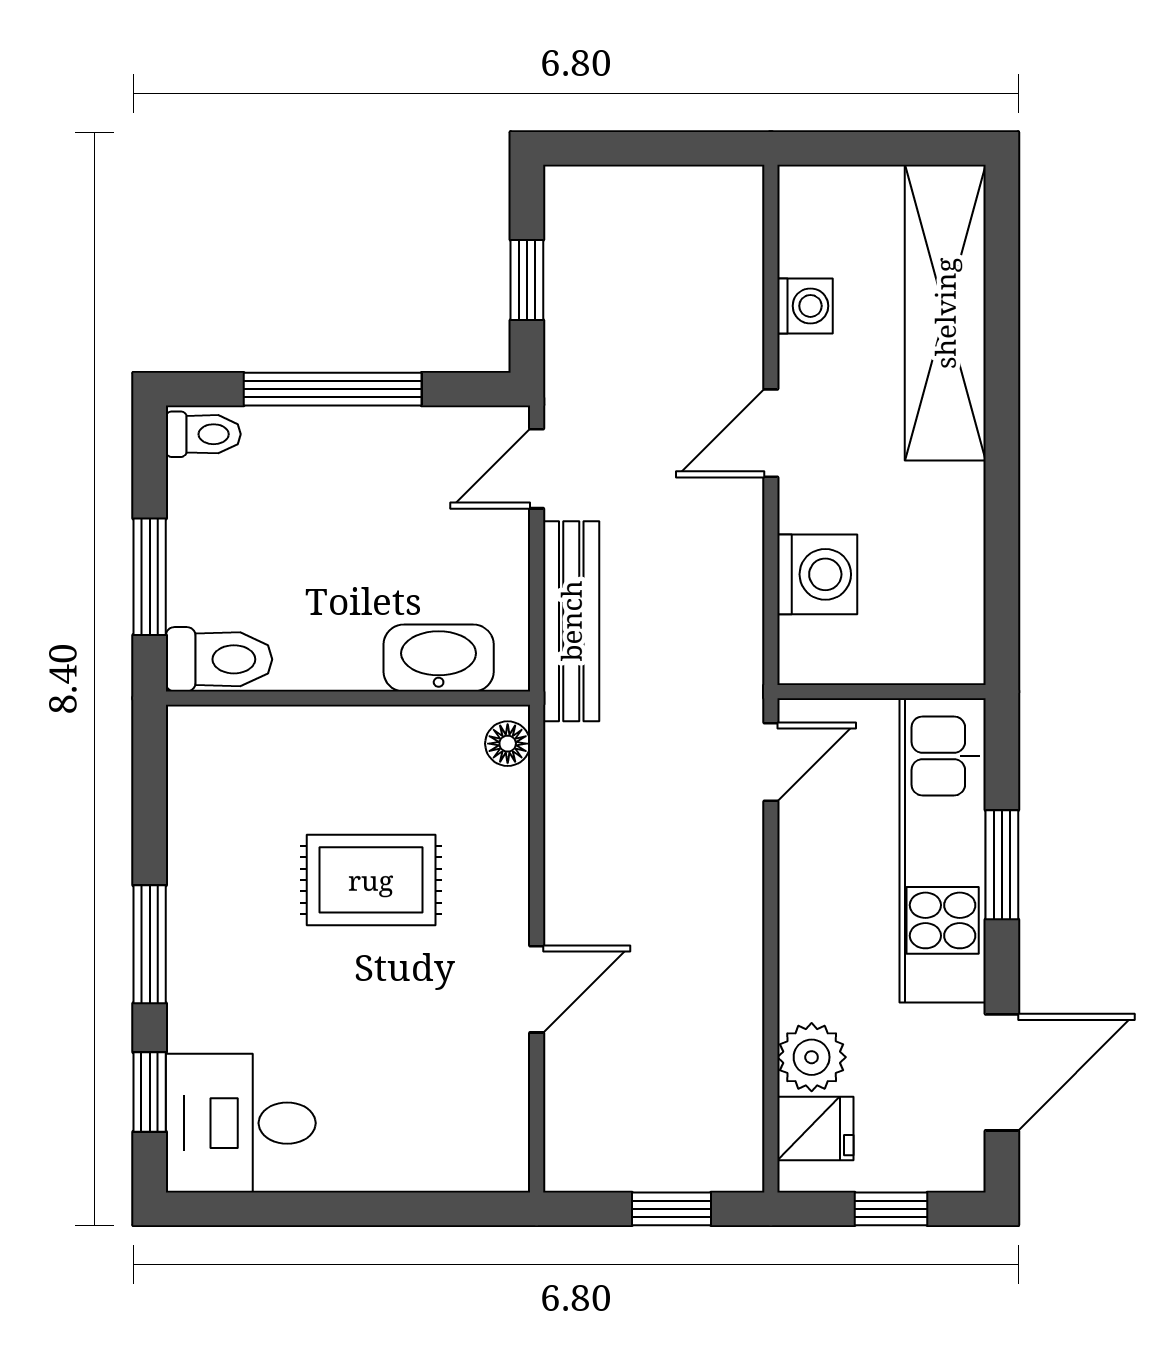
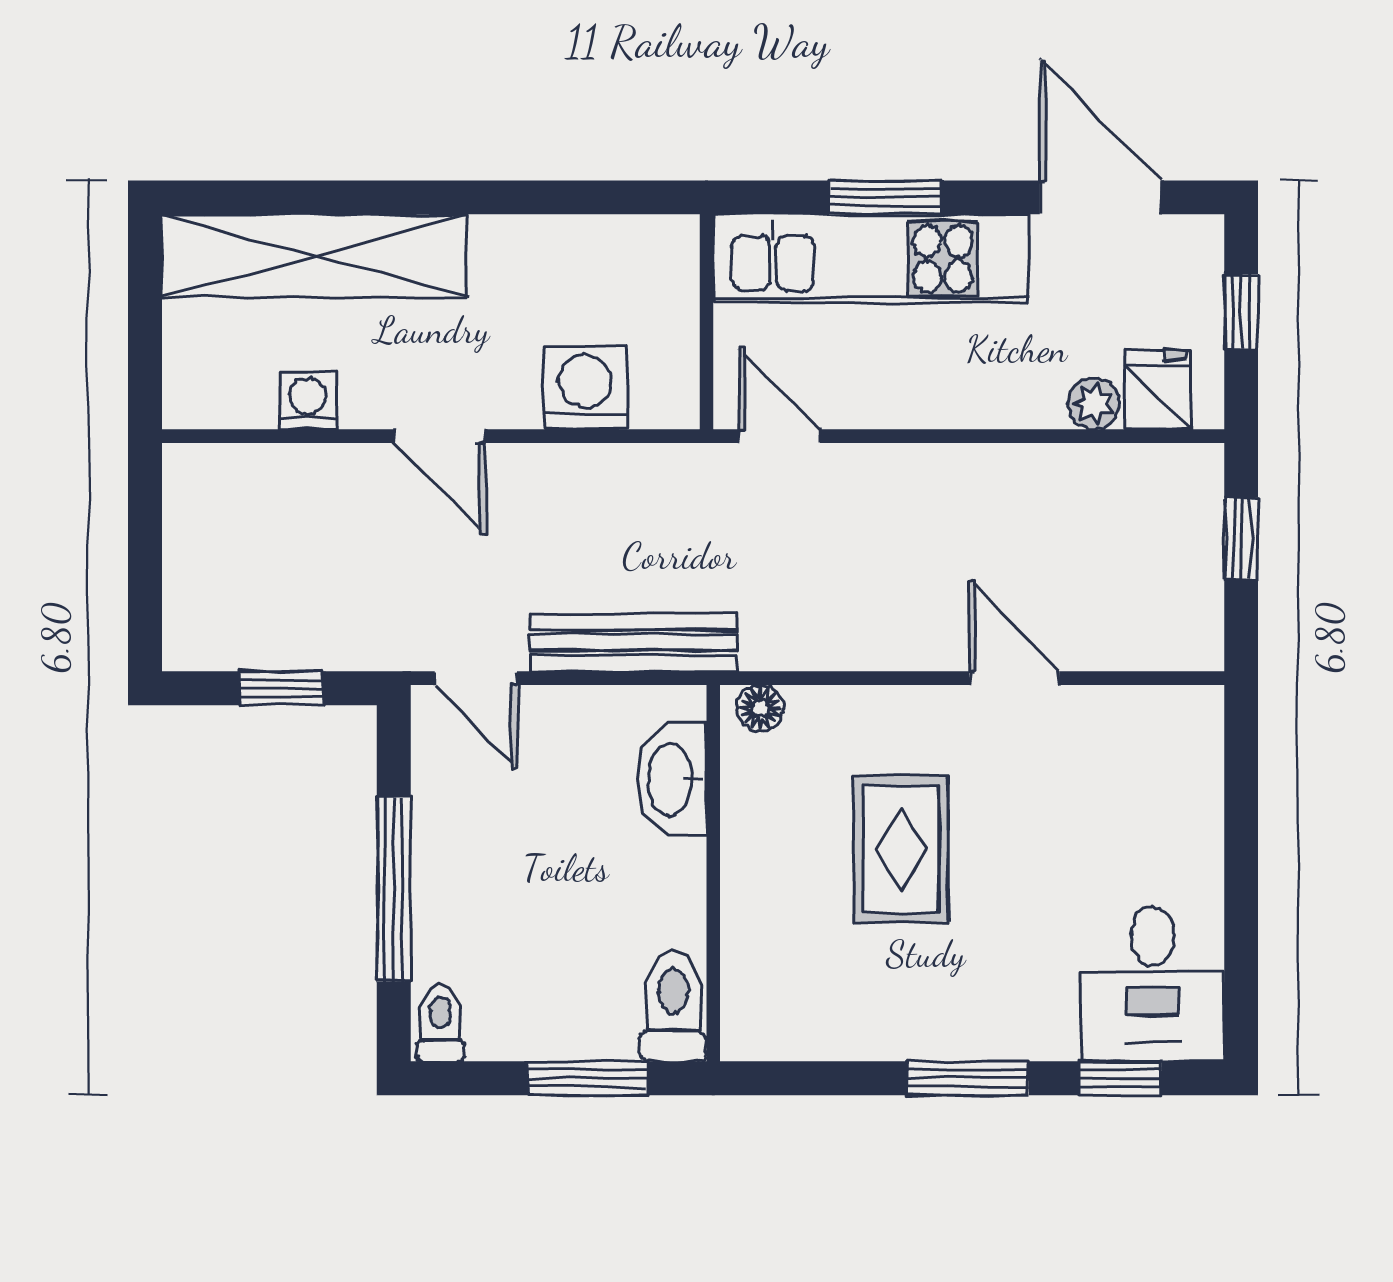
plant: (812, 1057) -> (1094, 404), width x0.73, depth x0.73

